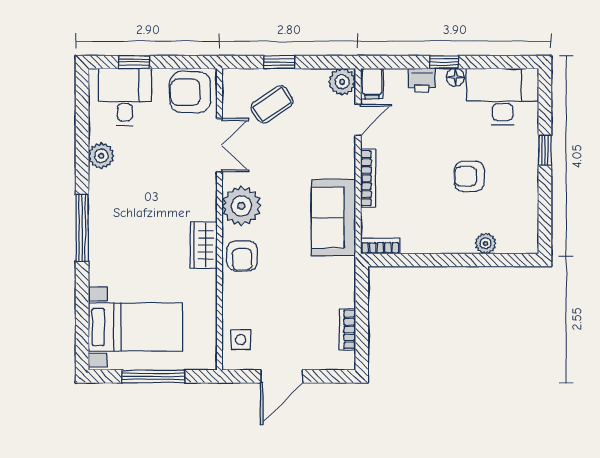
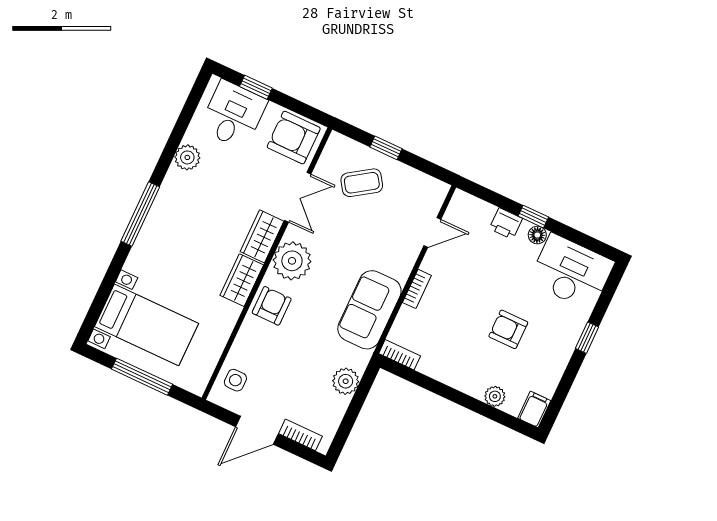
plant: (342, 82) -> (346, 381), moved
filing cabinet: (372, 84) -> (534, 409), moved, turned 180
bookcase: (368, 178) -> (417, 289), width x0.64
wardrobe: (203, 196) -> (262, 236), added
armchair: (242, 256) -> (272, 306), turned 180
bookcase: (347, 329) -> (300, 435), moved, turned 90

